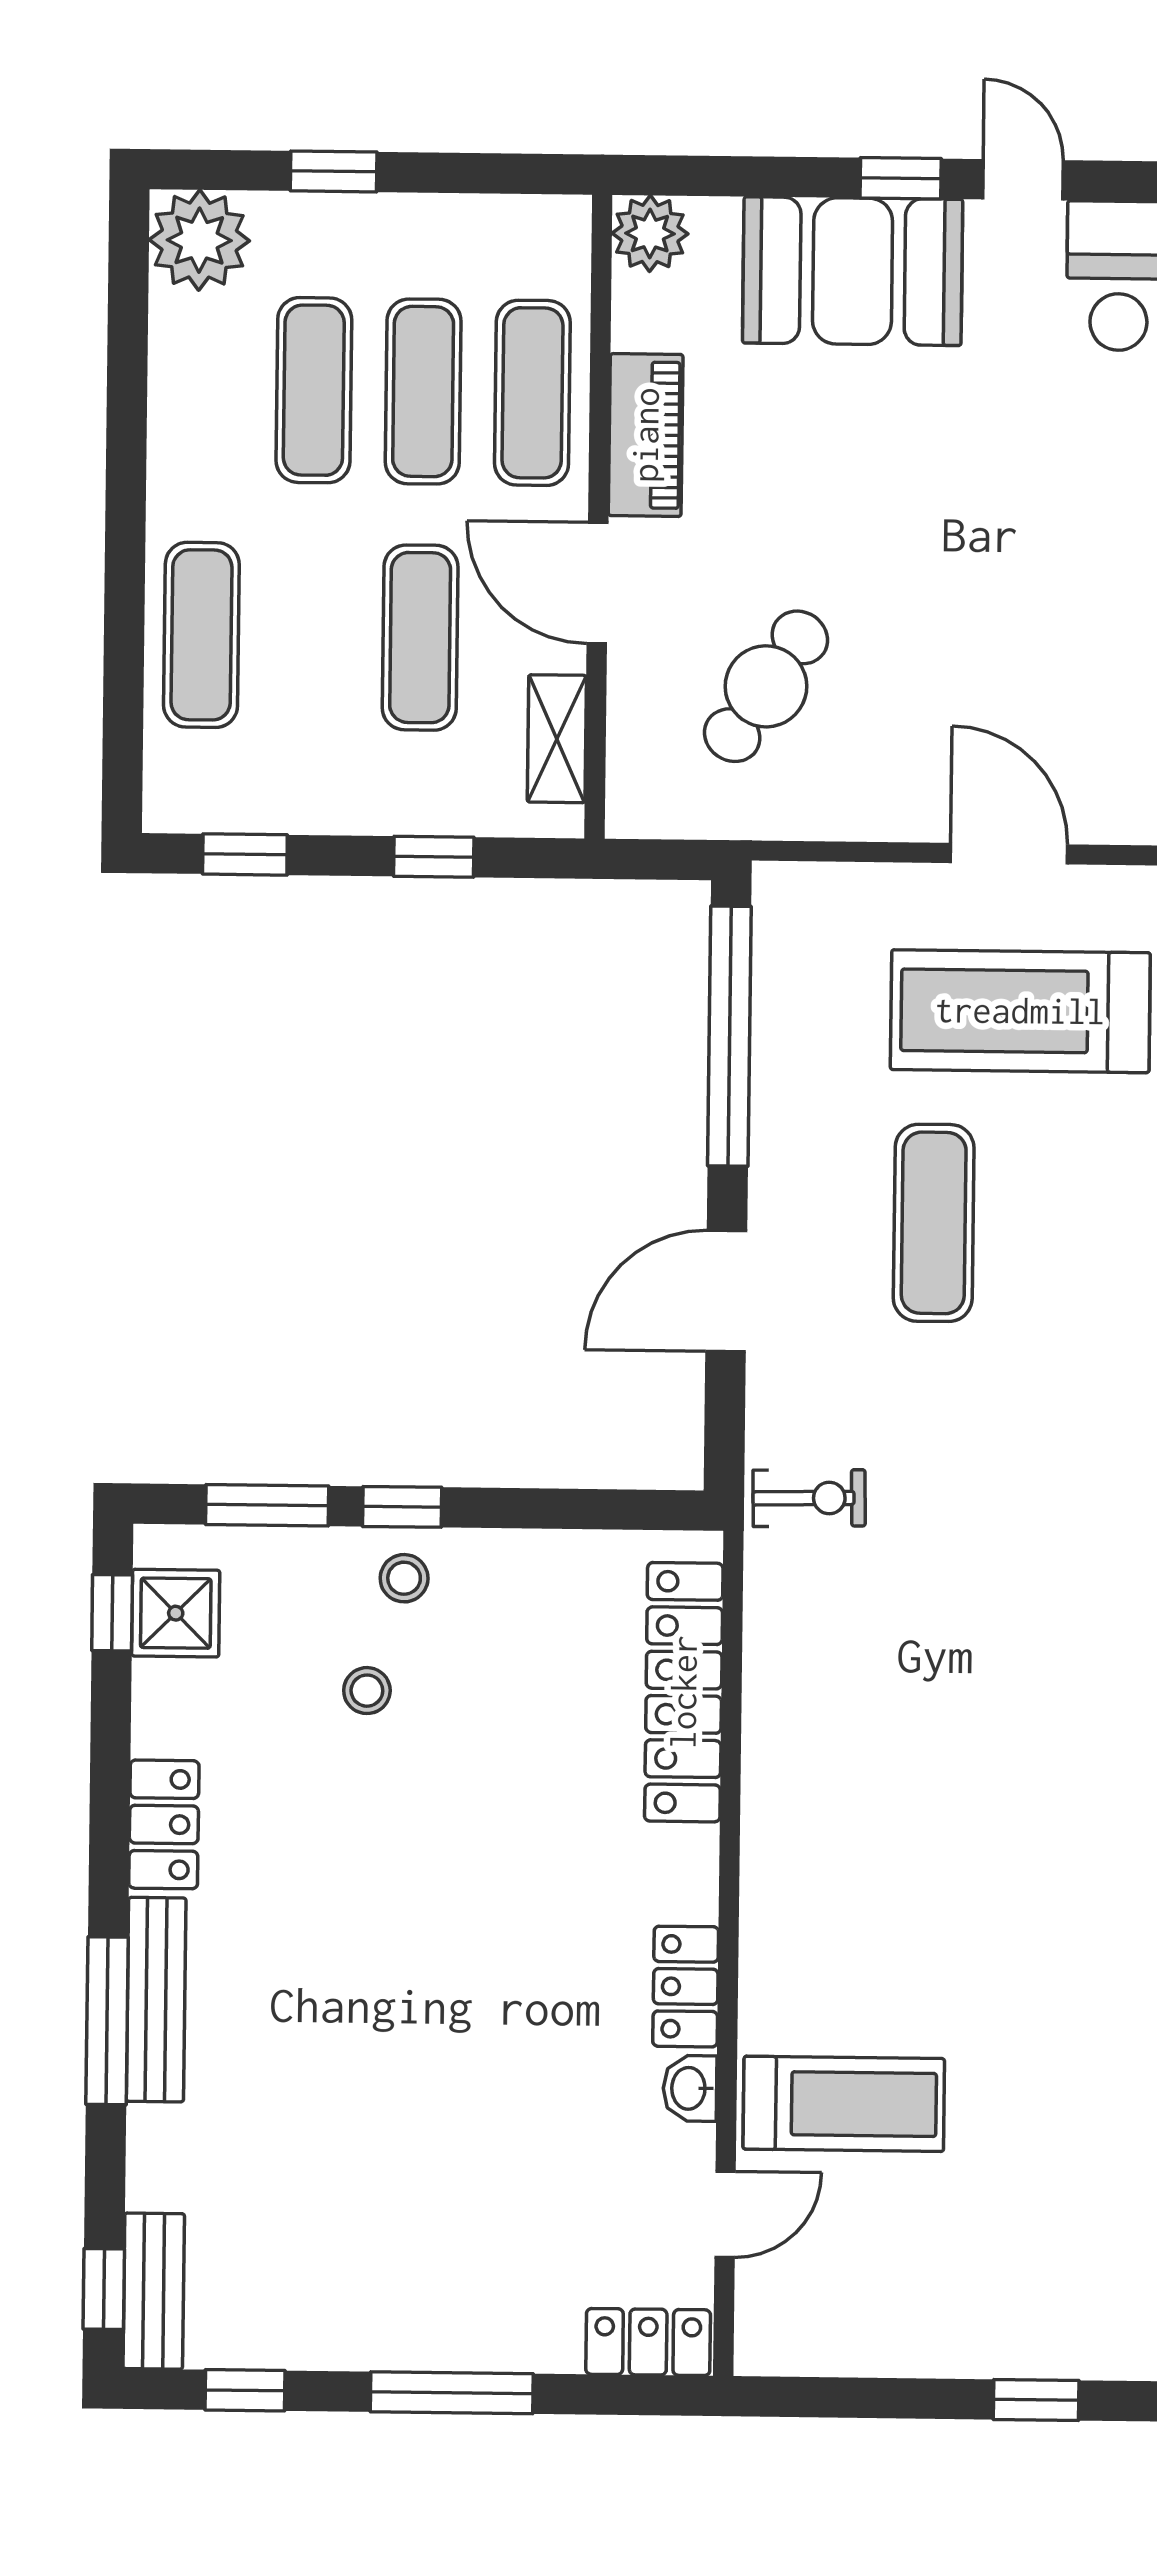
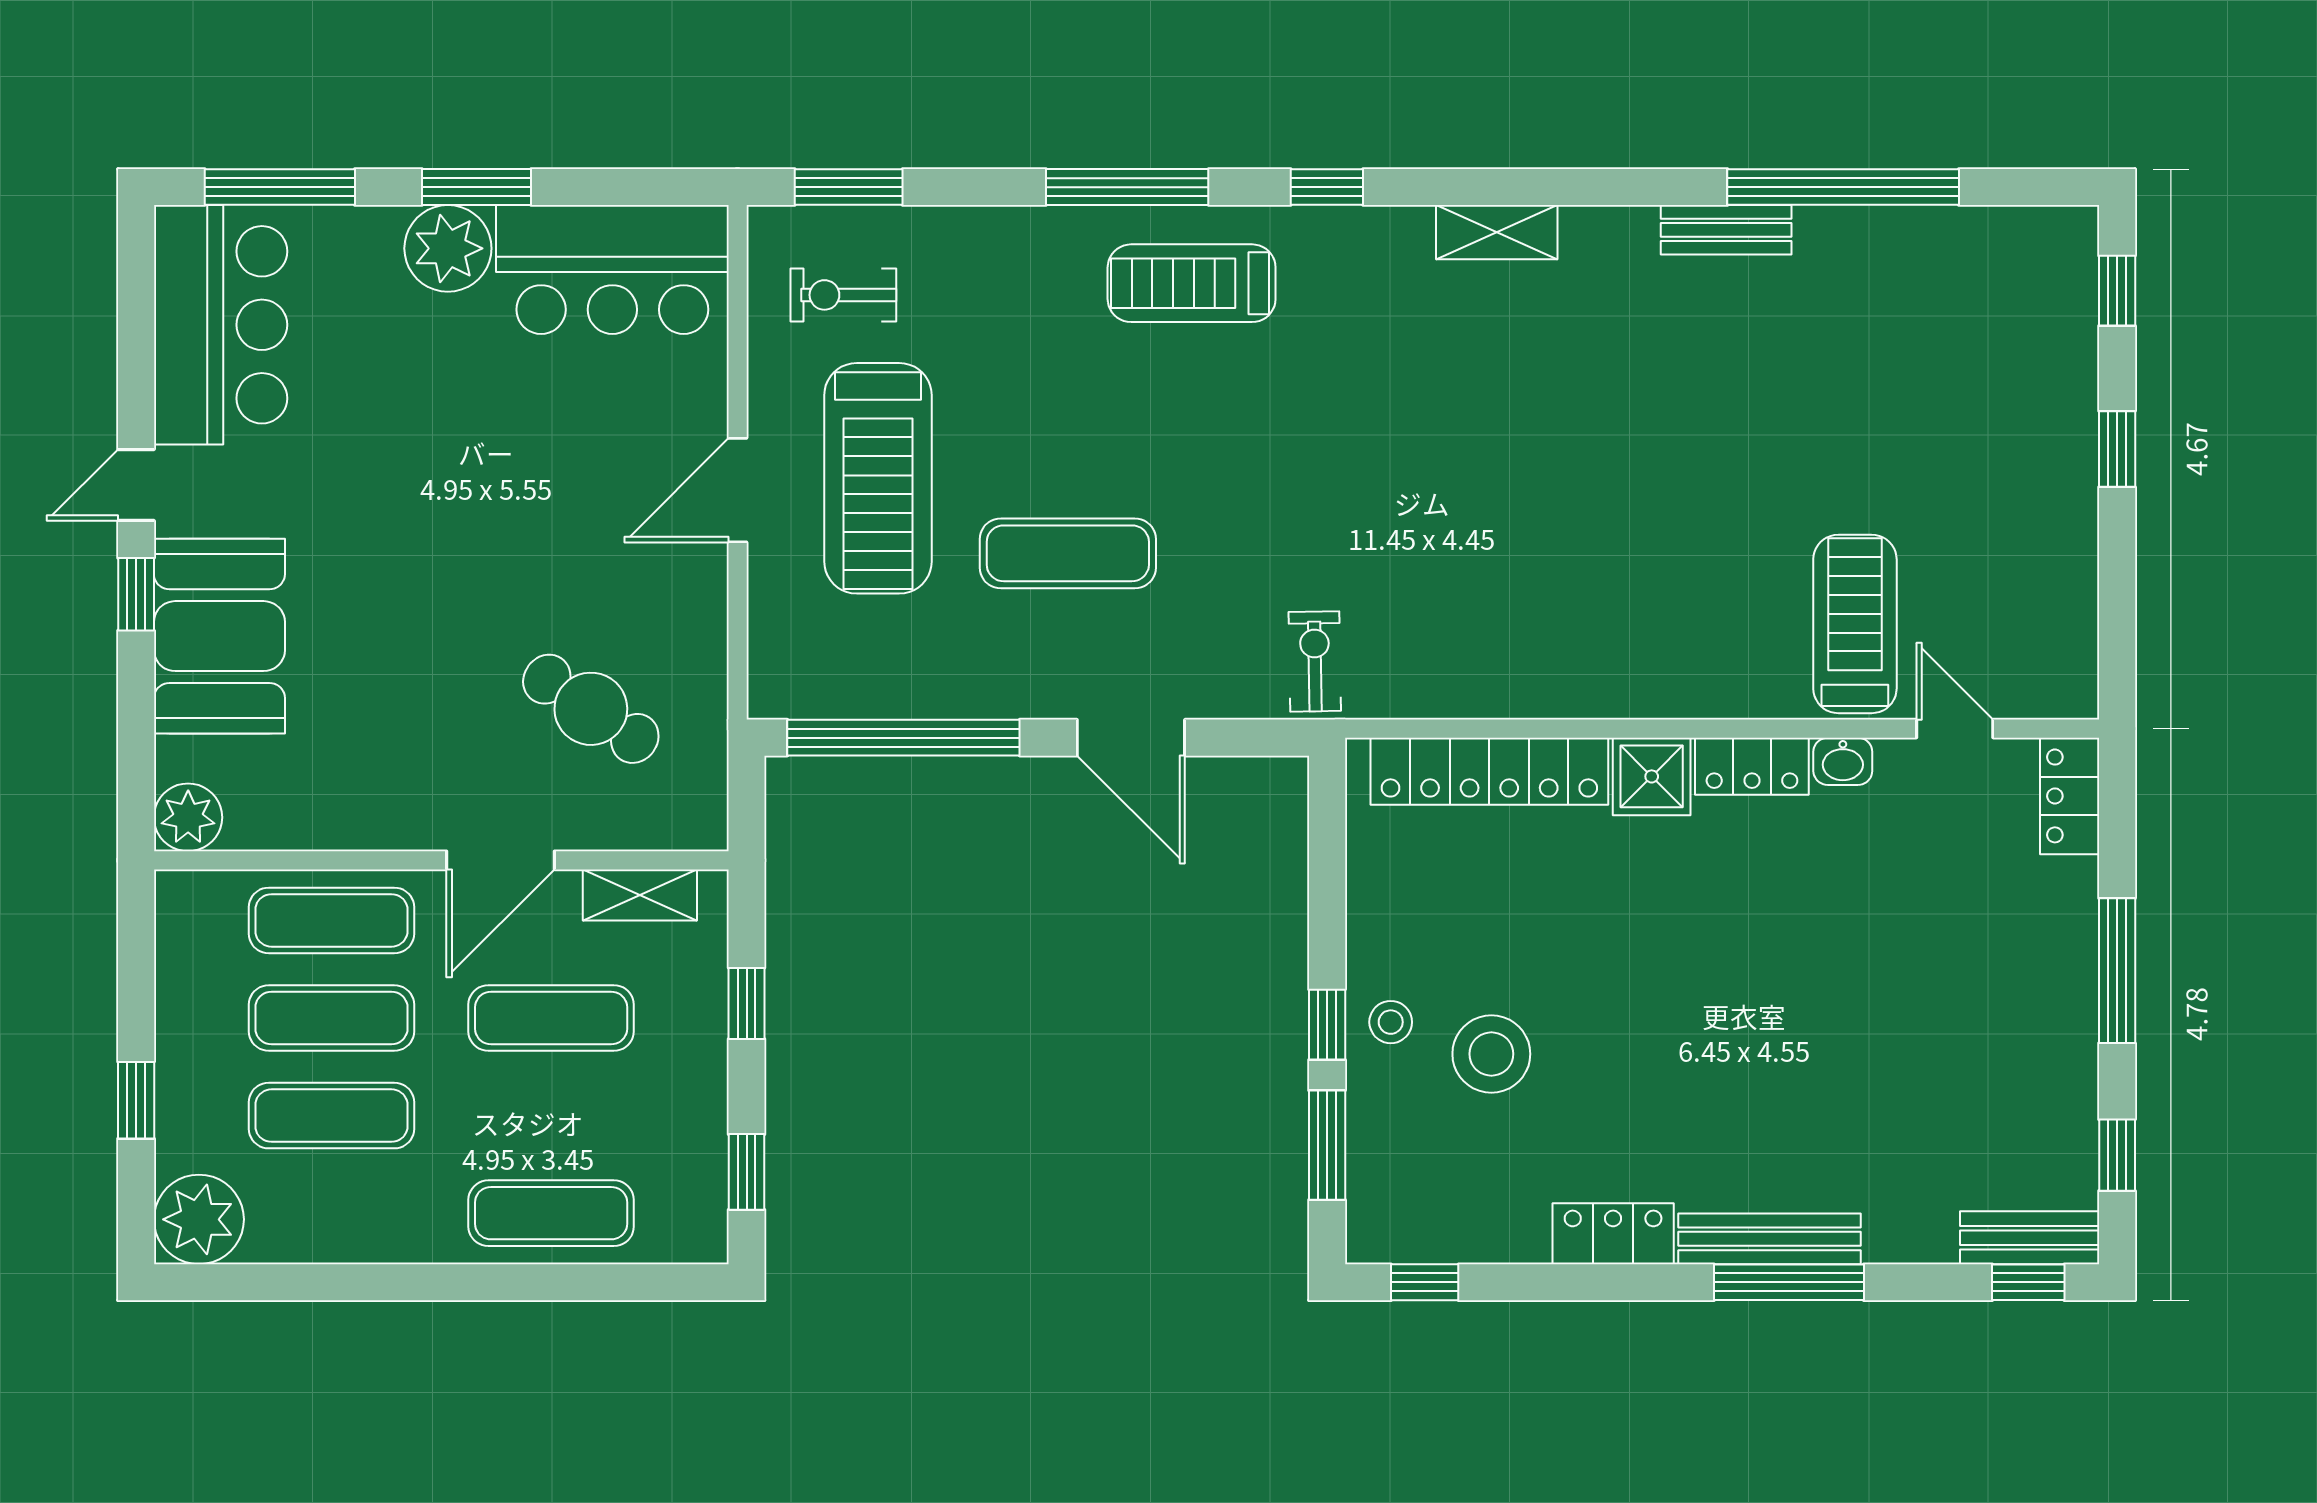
piano: (646, 435) -> (368, 819), removed
shower: (176, 1613) -> (1652, 776), moved
stool: (367, 1691) -> (1491, 1054), width x1.89, depth x1.89

